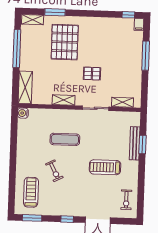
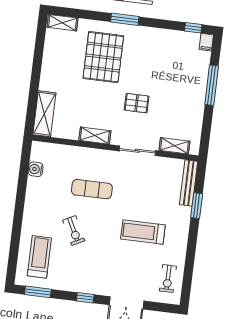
window: (55, 12) -> (125, 19), moved
window: (17, 49) -> (38, 60), removed
water cooler: (23, 113) -> (36, 169), moved
bench: (135, 143) -> (189, 183), moved

